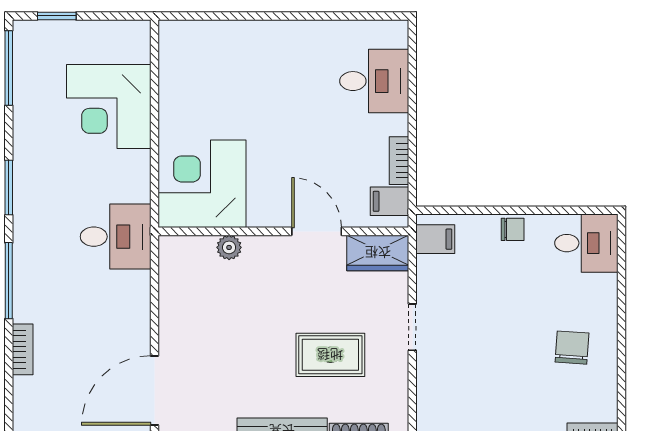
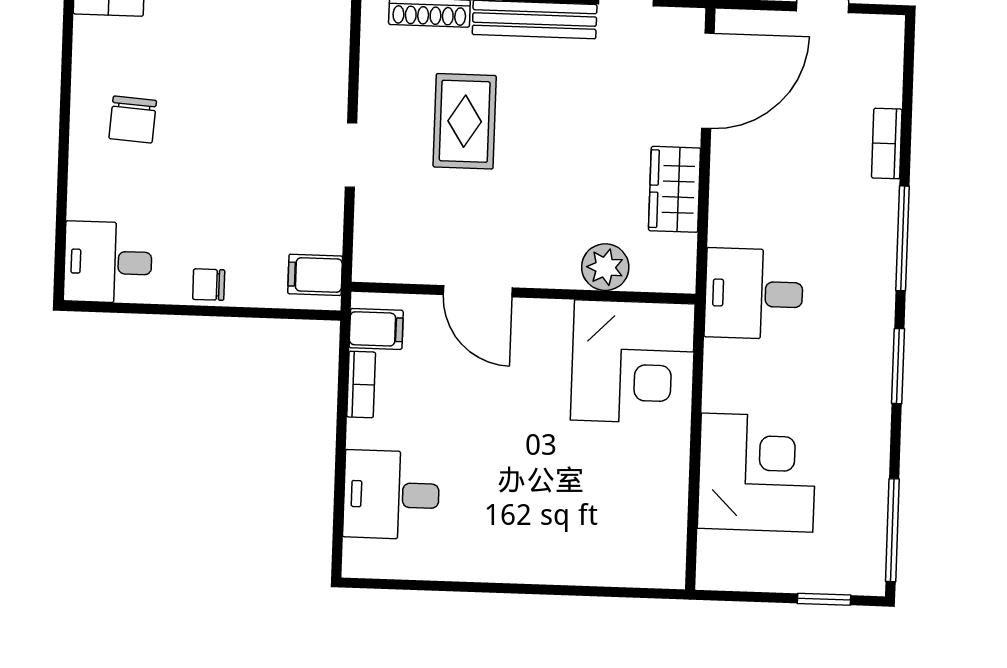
plant: (229, 247) -> (605, 267), width x1.38, depth x1.38
wardrobe: (378, 253) -> (675, 189), moved, turned -90
rug: (330, 355) -> (465, 121), turned 90

